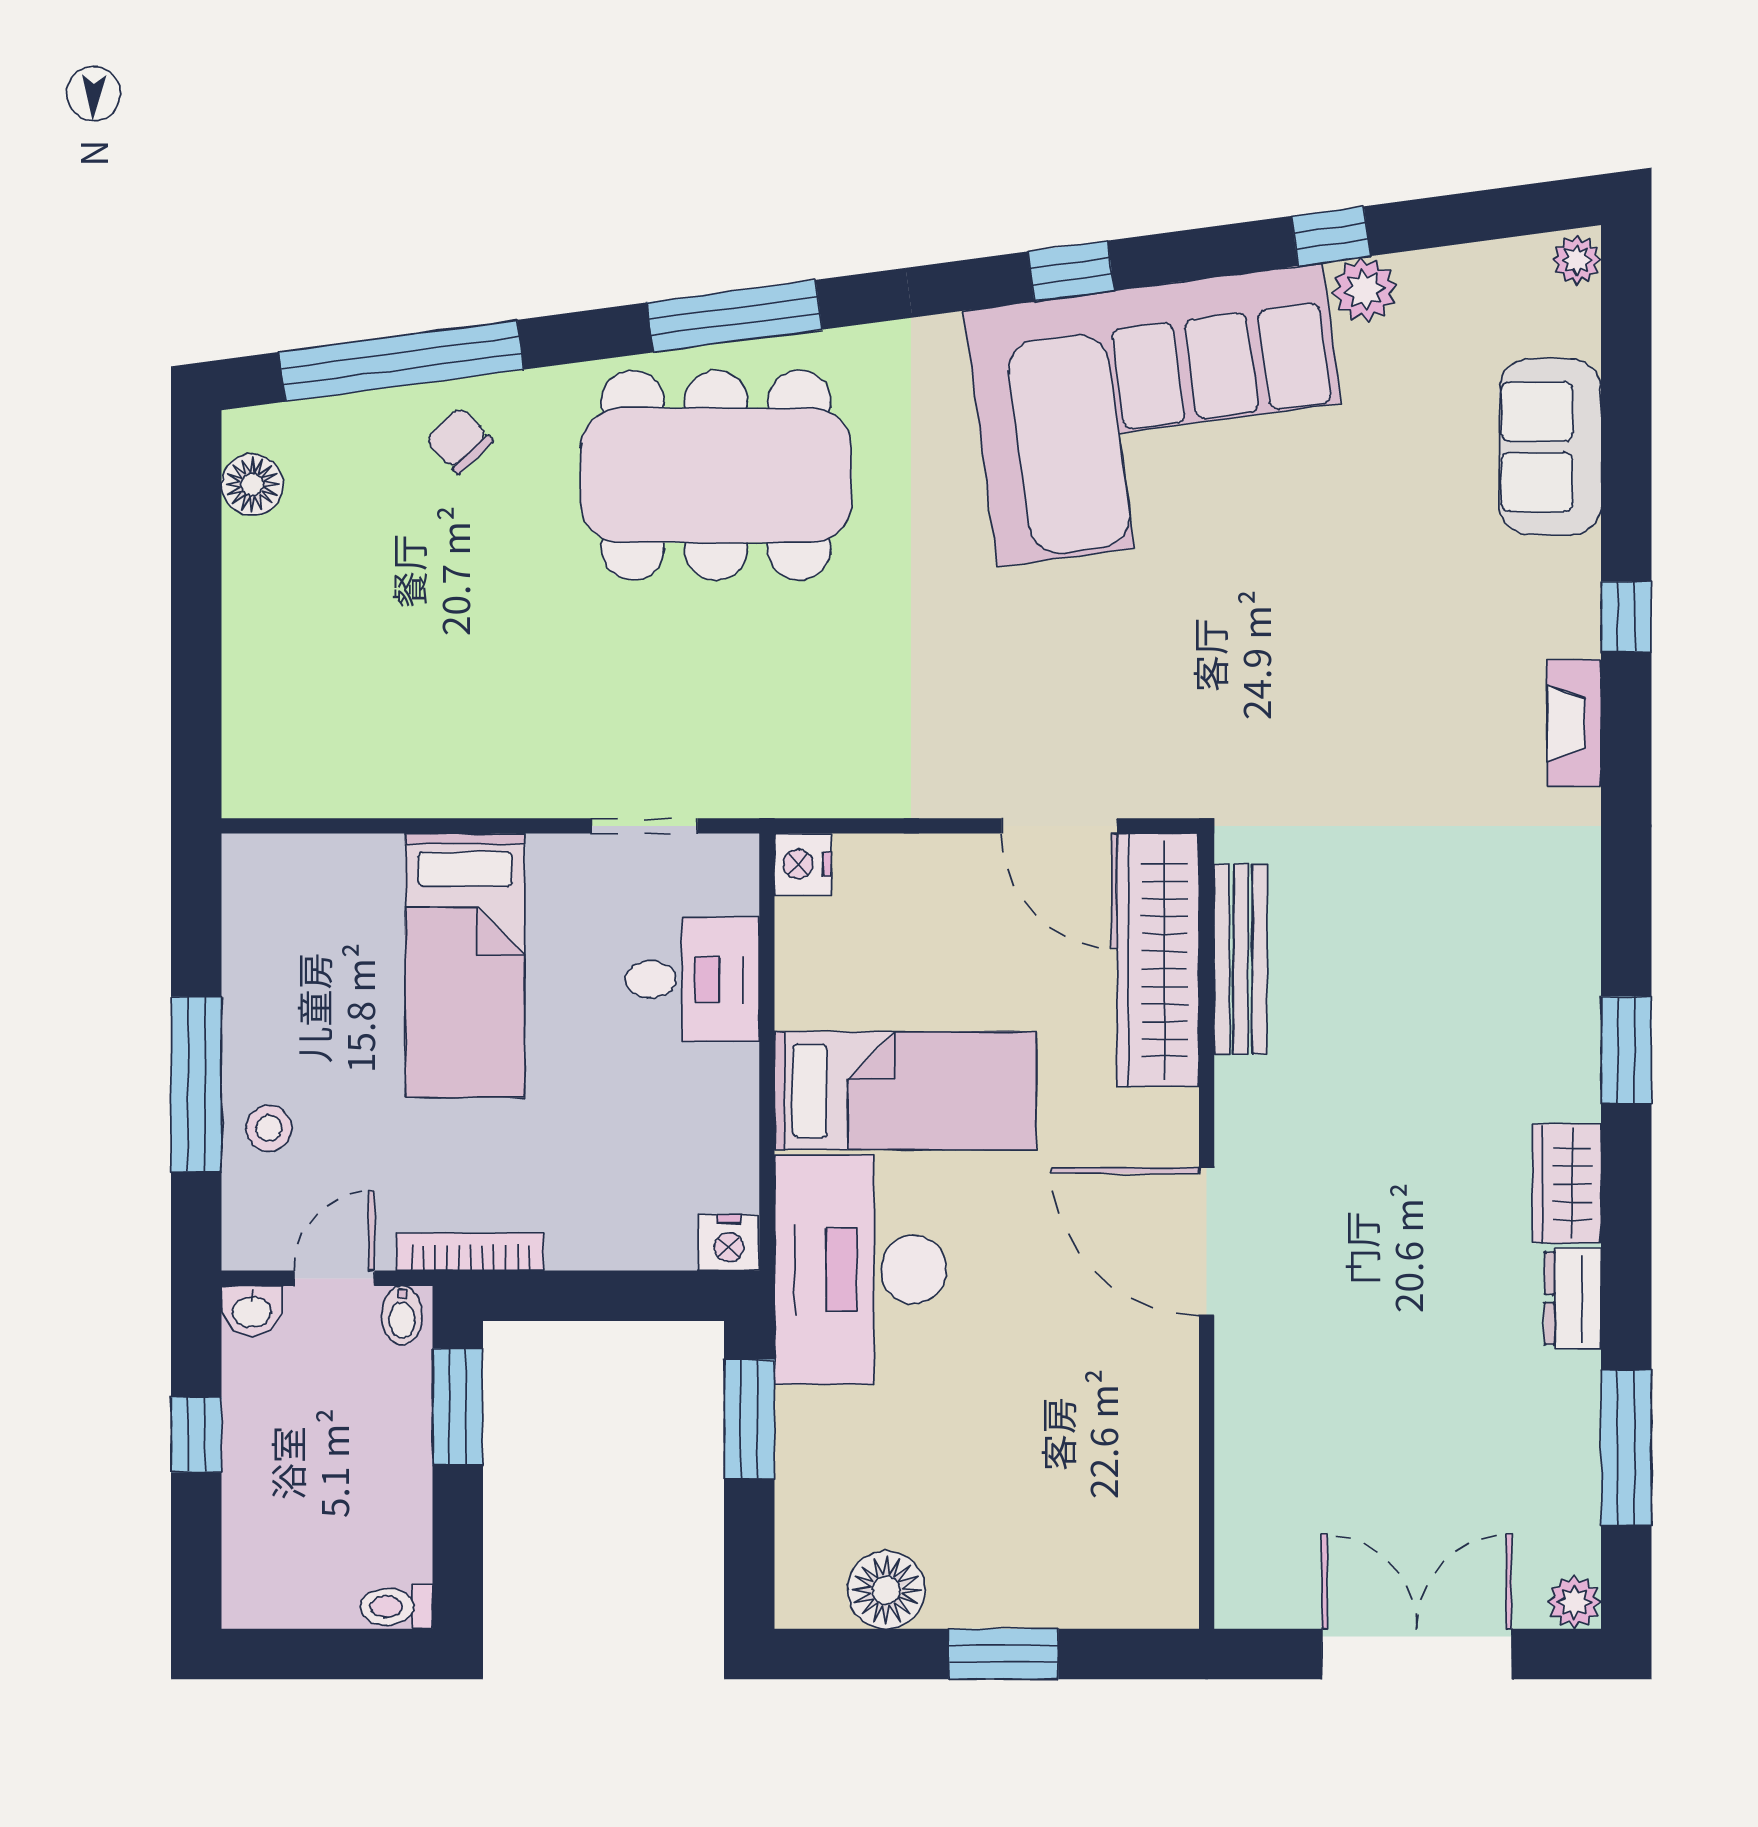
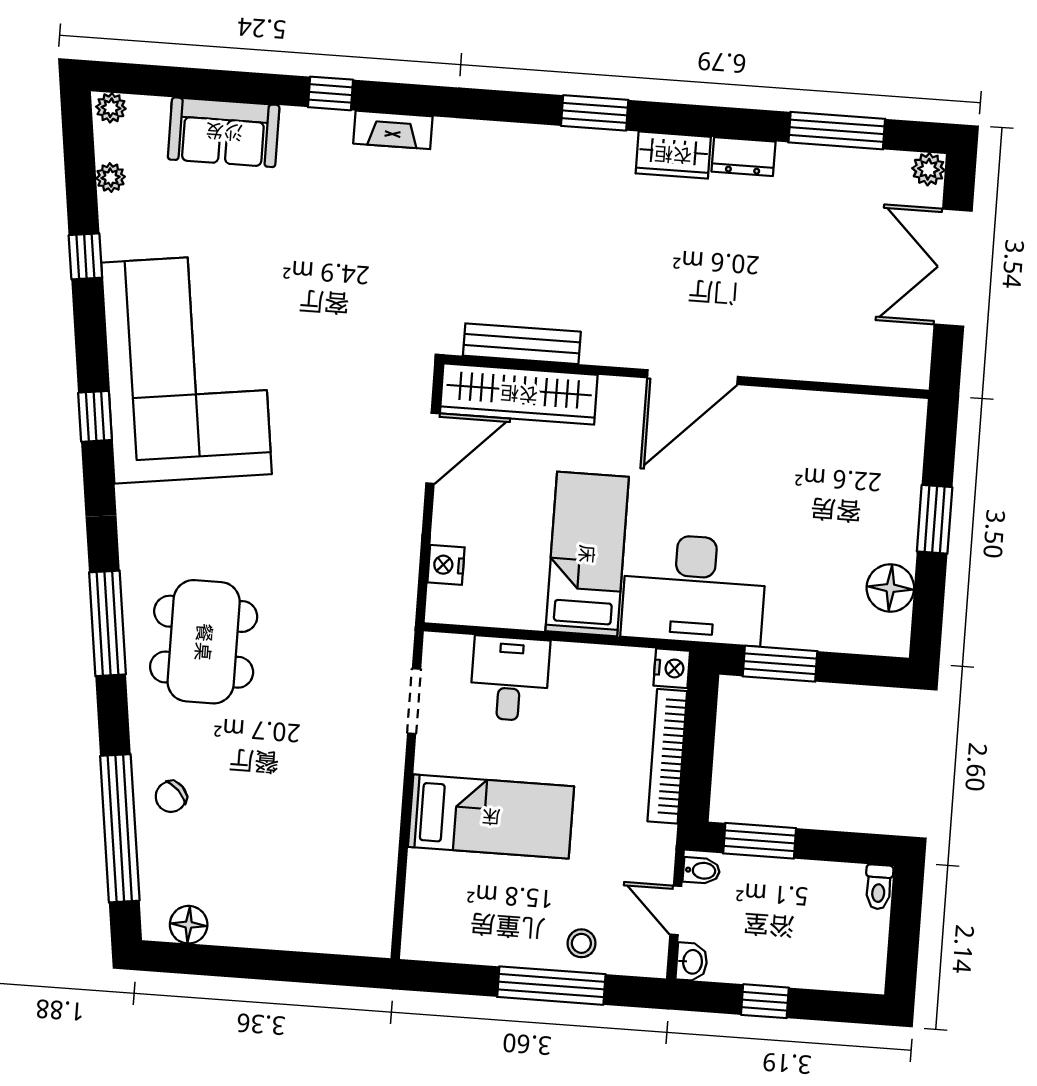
plant: (1364, 290) -> (111, 178), moved, width x0.73, depth x0.73
dining table: (716, 475) -> (204, 642), width x0.73, depth x0.80
nightstand: (803, 864) -> (446, 565), moved, turned 90
bookcase: (471, 1252) -> (667, 756), moved, width x1.48, depth x1.31

